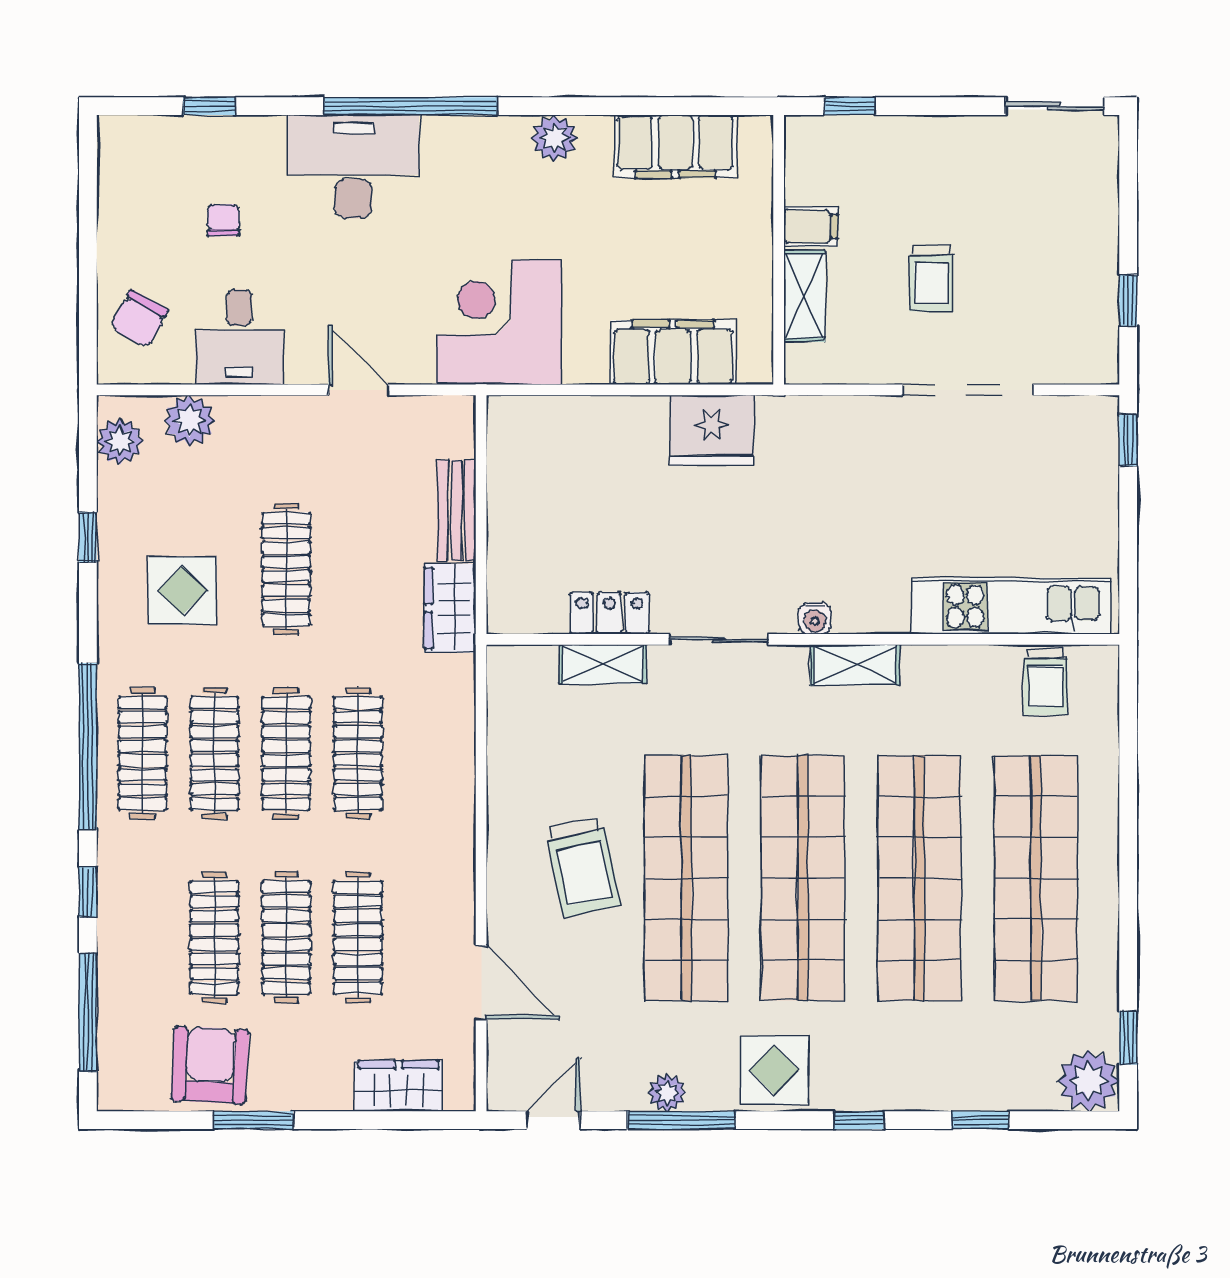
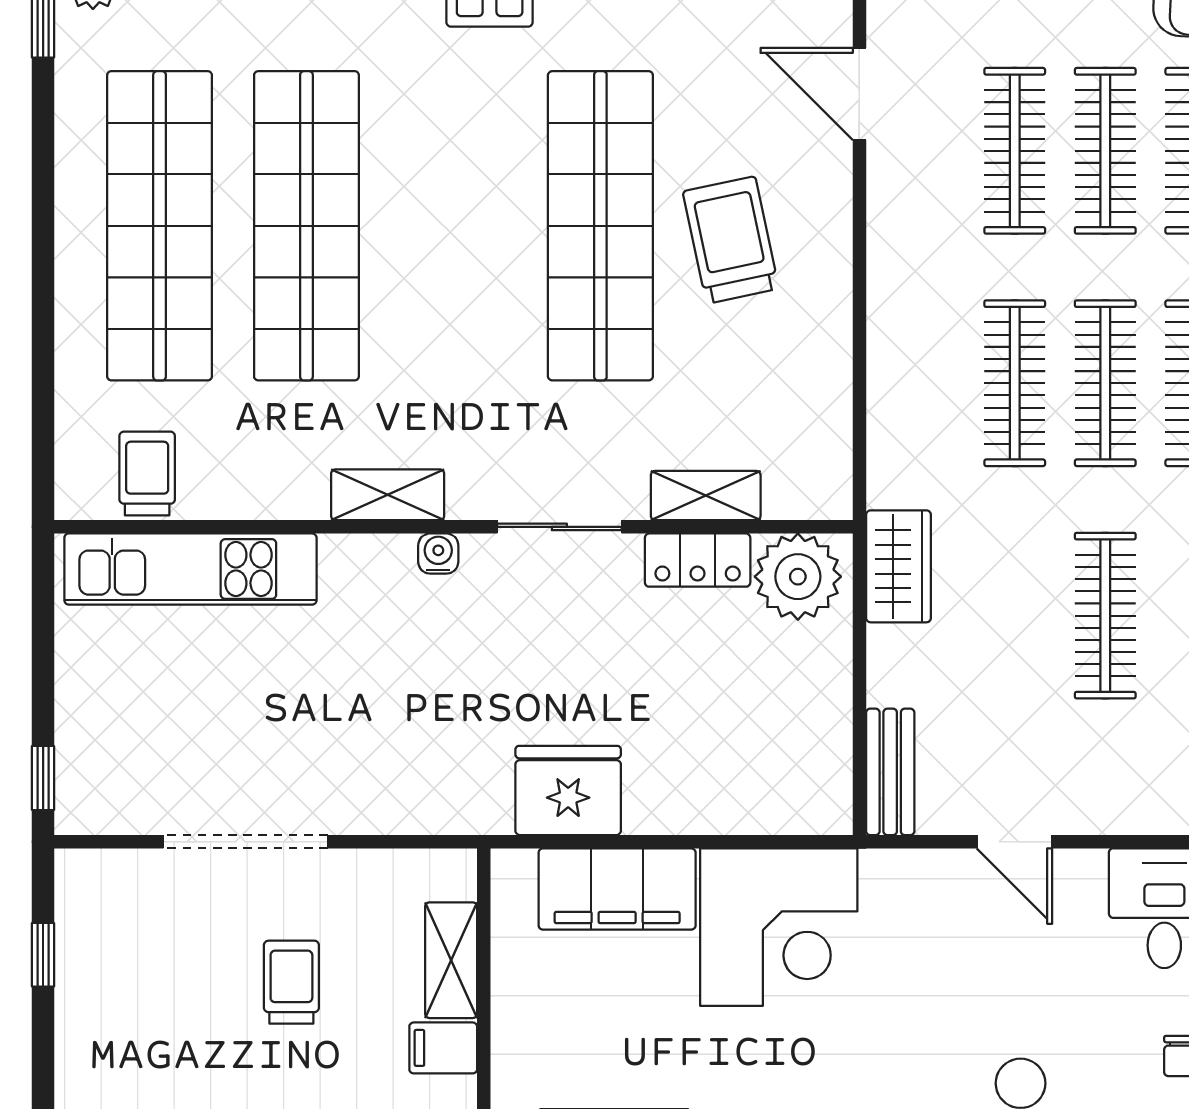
corner desk: (499, 322) -> (779, 927), moved
bench: (457, 510) -> (890, 772), moved
plant: (530, 600) -> (798, 577), added
shop shelf: (803, 878) -> (453, 226), removed

